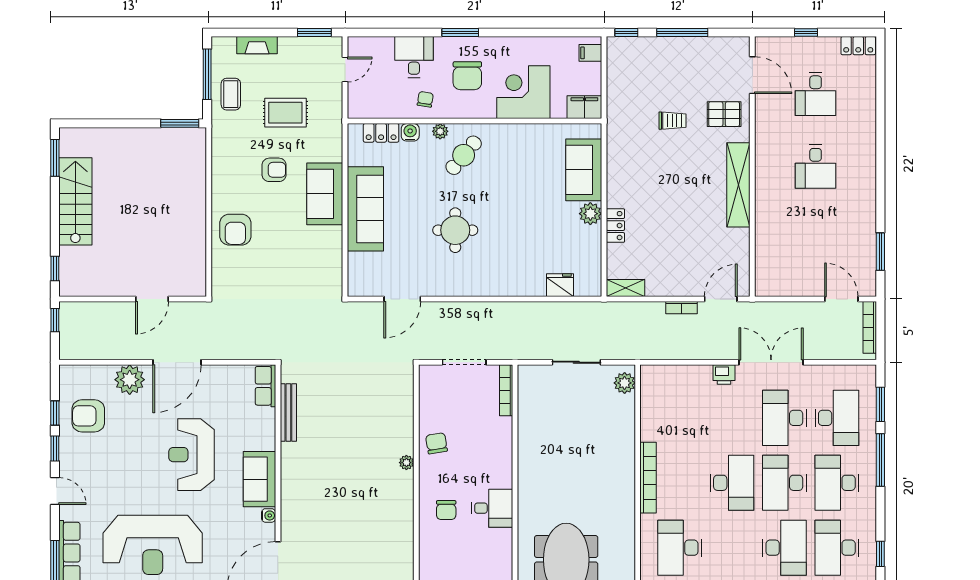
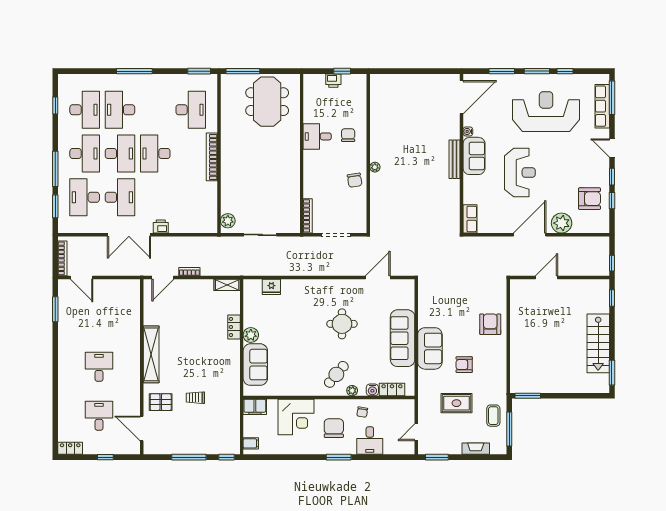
bench: (288, 413) -> (455, 159), moved

